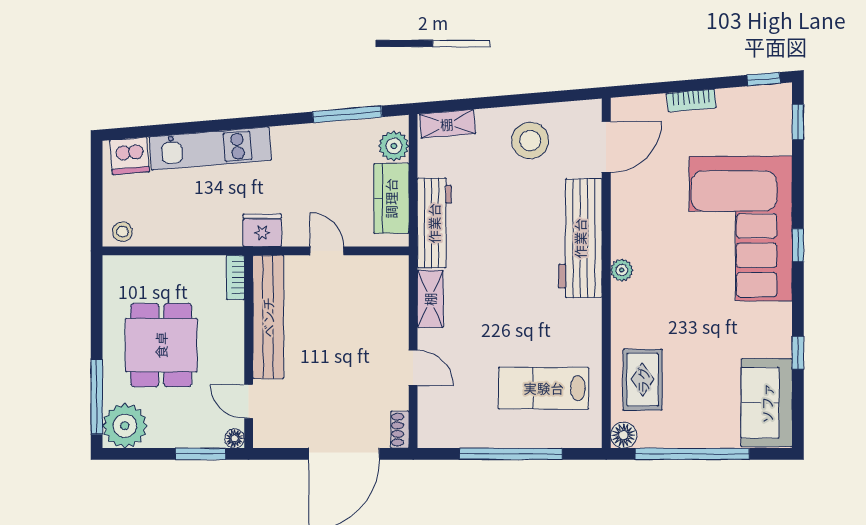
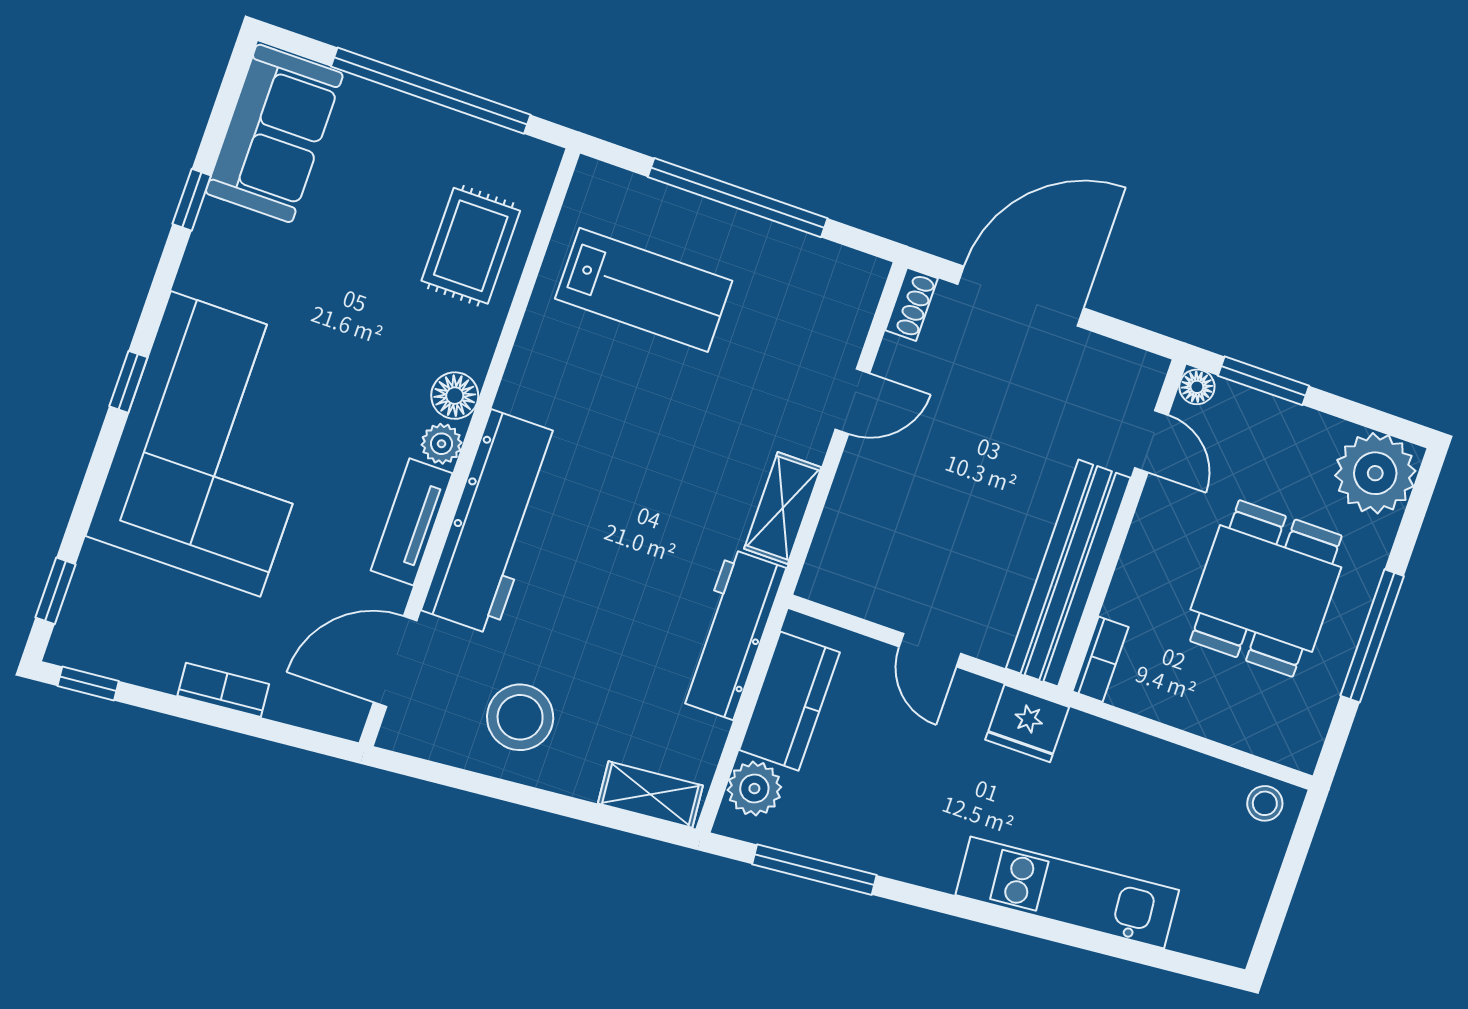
dishwasher: (130, 156) -> (1208, 928), removed
tv unit: (623, 223) -> (412, 522), added
door: (413, 368) -> (852, 401), swing flipped
window: (97, 397) -> (1372, 636), moved
floor lamp: (624, 435) -> (455, 396), moved

